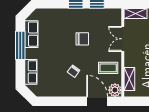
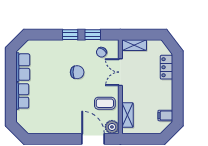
window: (20, 45) -> (11, 79), removed
chair: (74, 71) -> (102, 52), moved
row of seats: (31, 72) -> (22, 96), moved

